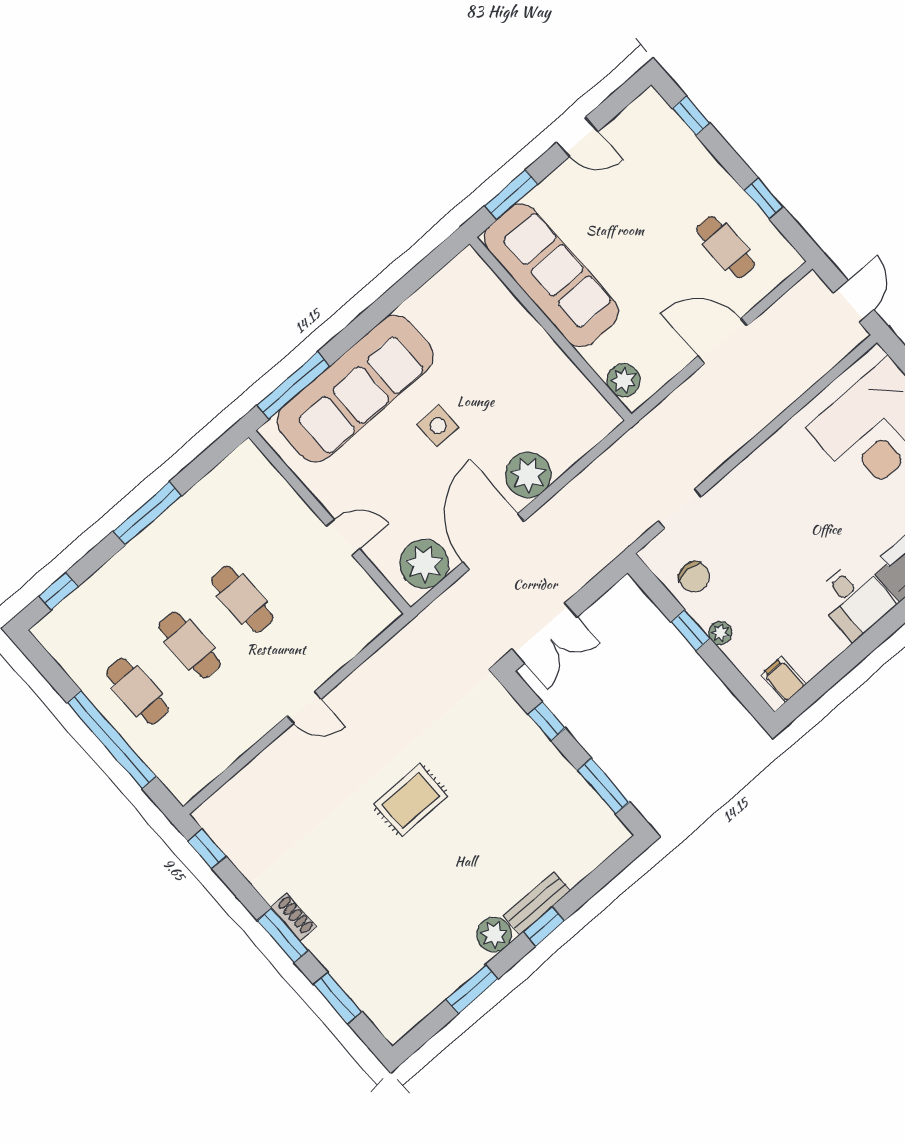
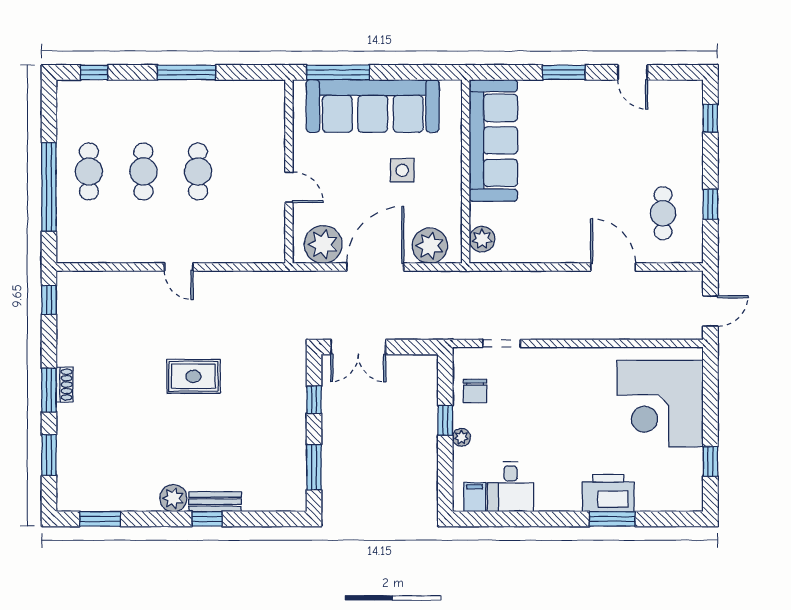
sofa: (551, 276) -> (493, 140), moved
wall: (551, 329) -> (466, 171), moved
plant: (624, 380) -> (482, 239), moved
desk: (854, 600) -> (511, 487), moved
window: (472, 989) -> (100, 519), moved

